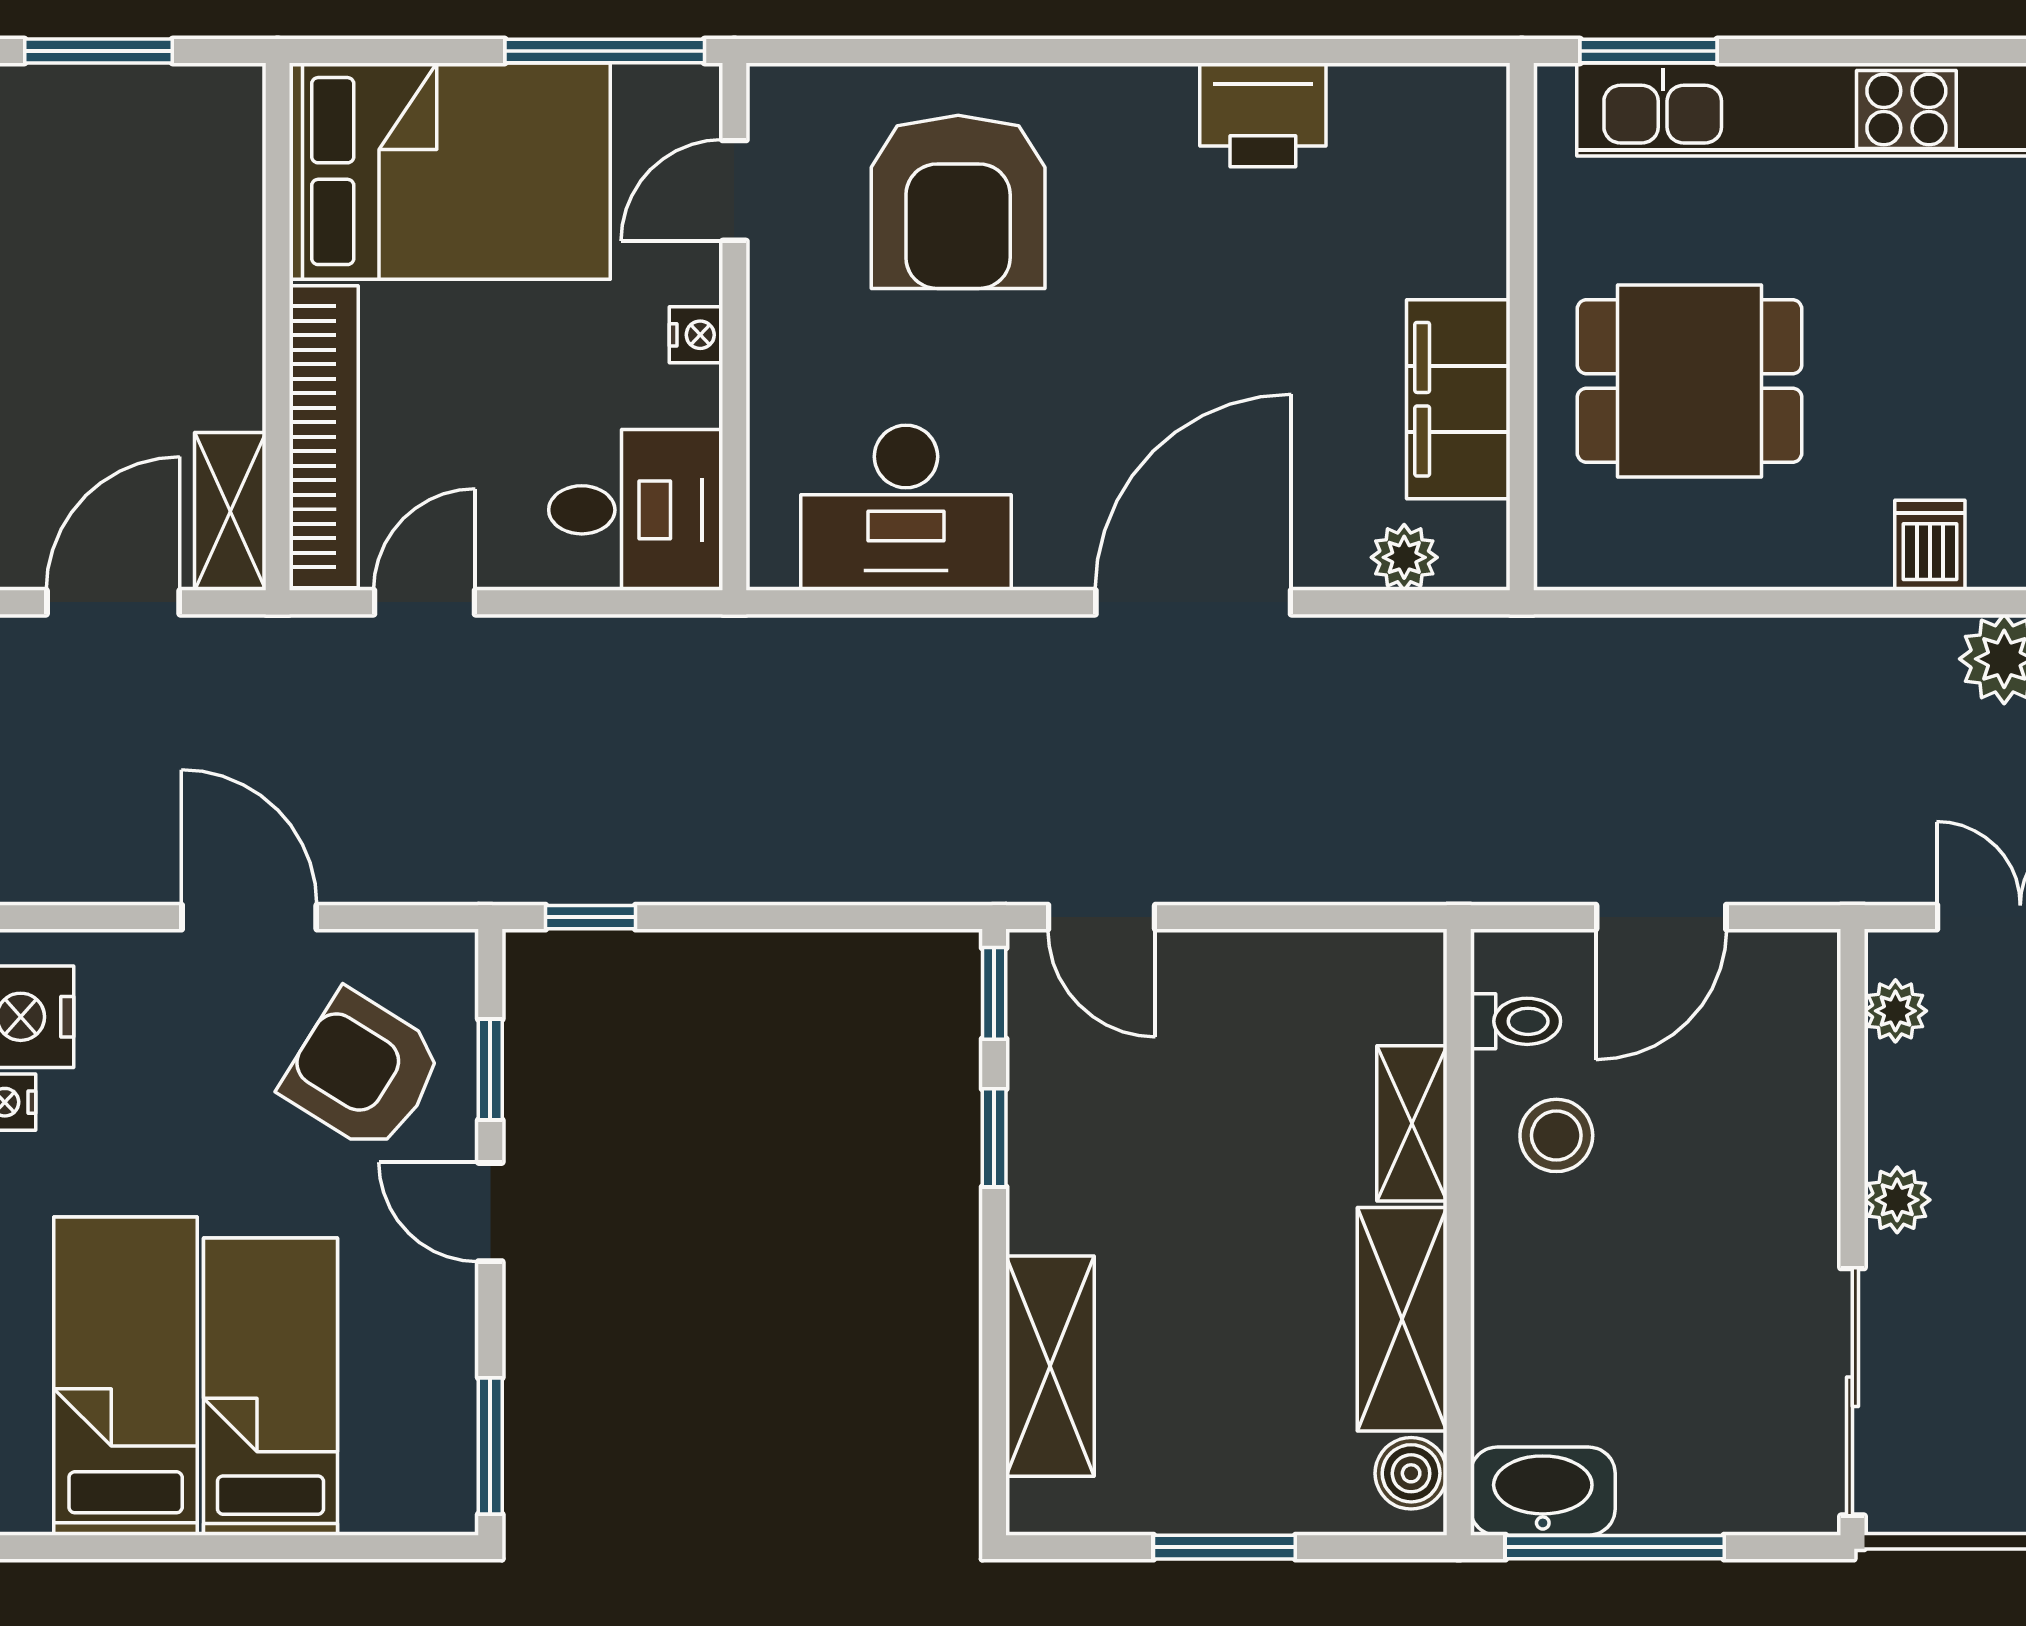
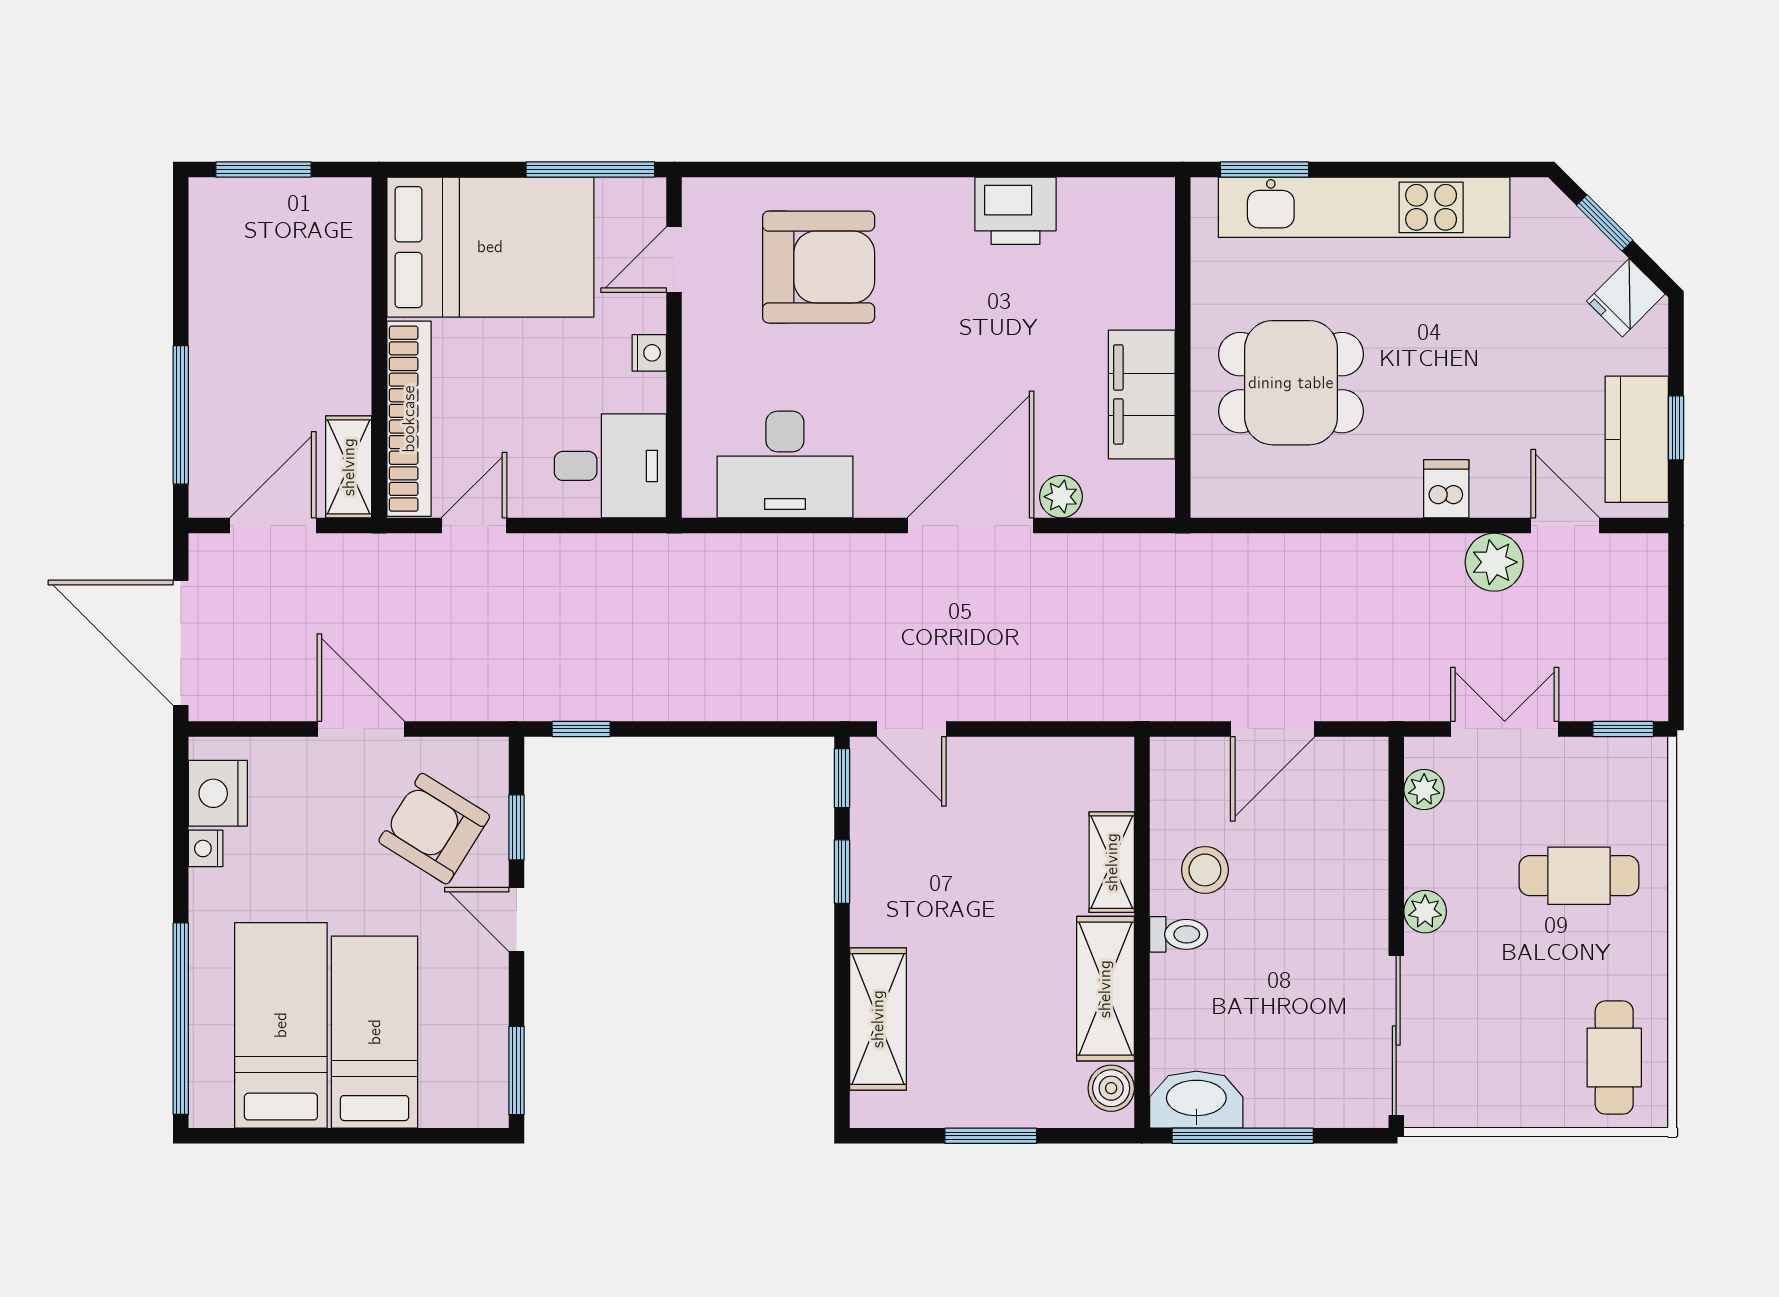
armchair: (958, 202) -> (819, 267), turned -90
plant: (1404, 557) -> (1061, 497), moved
toilet: (1515, 1021) -> (1179, 934), moved

